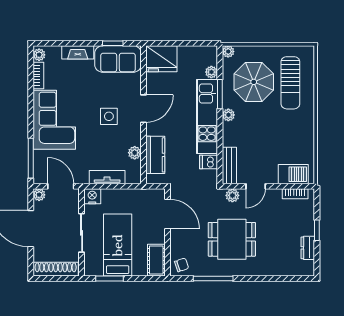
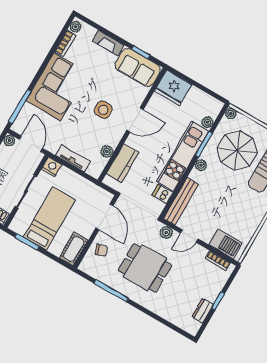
bench: (229, 165) -> (181, 201), width x1.36
chair: (182, 265) -> (101, 250), moved

